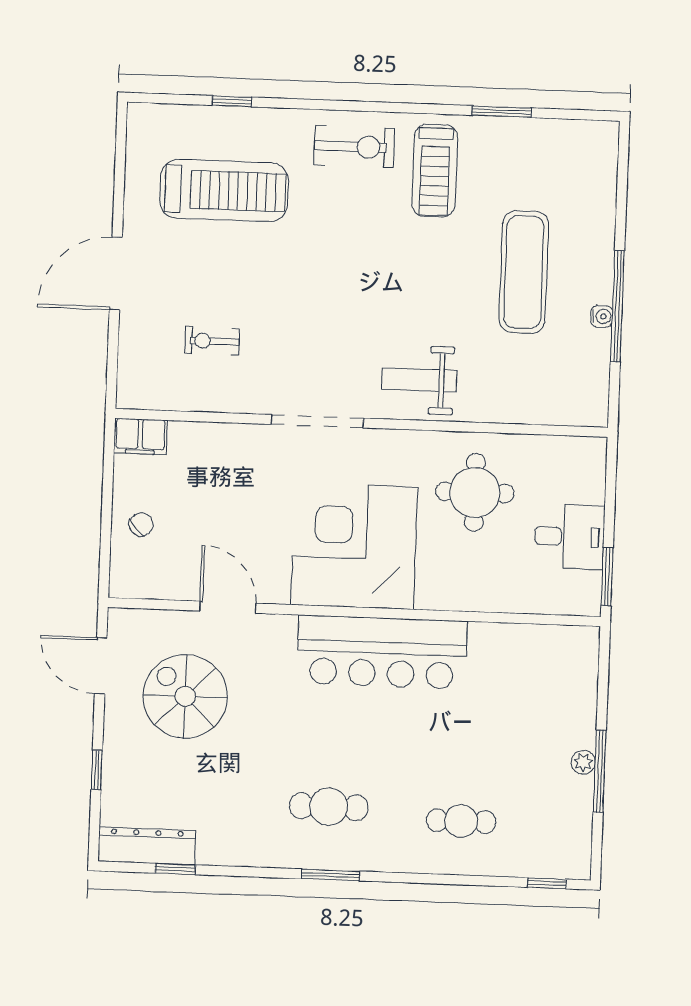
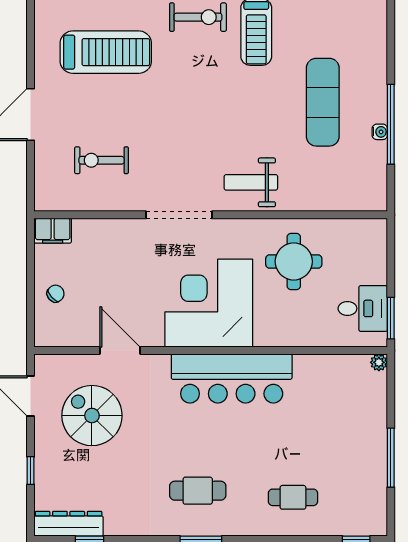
exercise bike: (212, 341) -> (101, 160), width x1.38, depth x1.39
desk: (569, 537) -> (363, 308), moved
plant: (583, 762) -> (379, 362), moved

